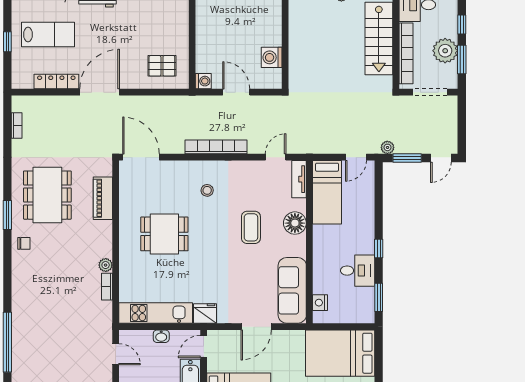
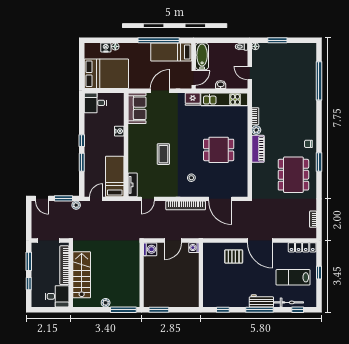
plant: (445, 51) -> (39, 267), removed
washing machine: (272, 57) -> (150, 249), moved
pallet: (162, 66) -> (234, 257), moved
locker: (56, 81) -> (302, 247), moved
door: (100, 92) -> (260, 241), hinge flipped
door: (236, 92) -> (173, 241), hinge flipped
door: (141, 157) -> (220, 199), moved
door: (441, 158) -> (42, 198), swing flipped
piano: (103, 198) -> (258, 149), moved
floor lamp: (295, 223) -> (135, 157), removed
desk: (358, 271) -> (95, 103), moved
sofa: (292, 290) -> (137, 108), width x0.73
window: (379, 297) -> (82, 162), moved
nightstand: (320, 303) -> (119, 131), moved

